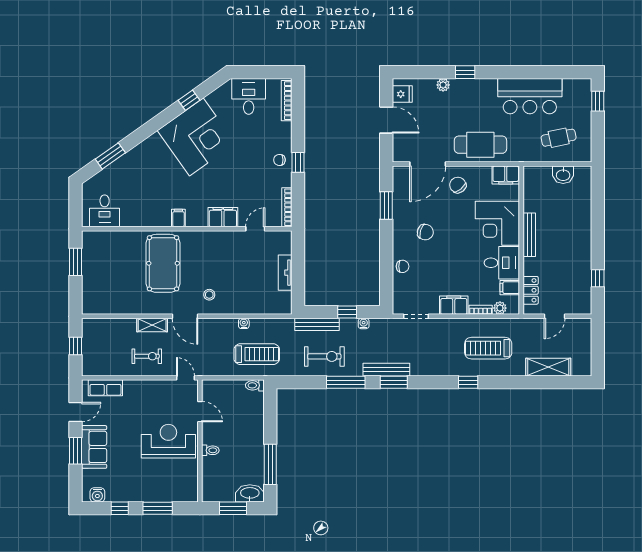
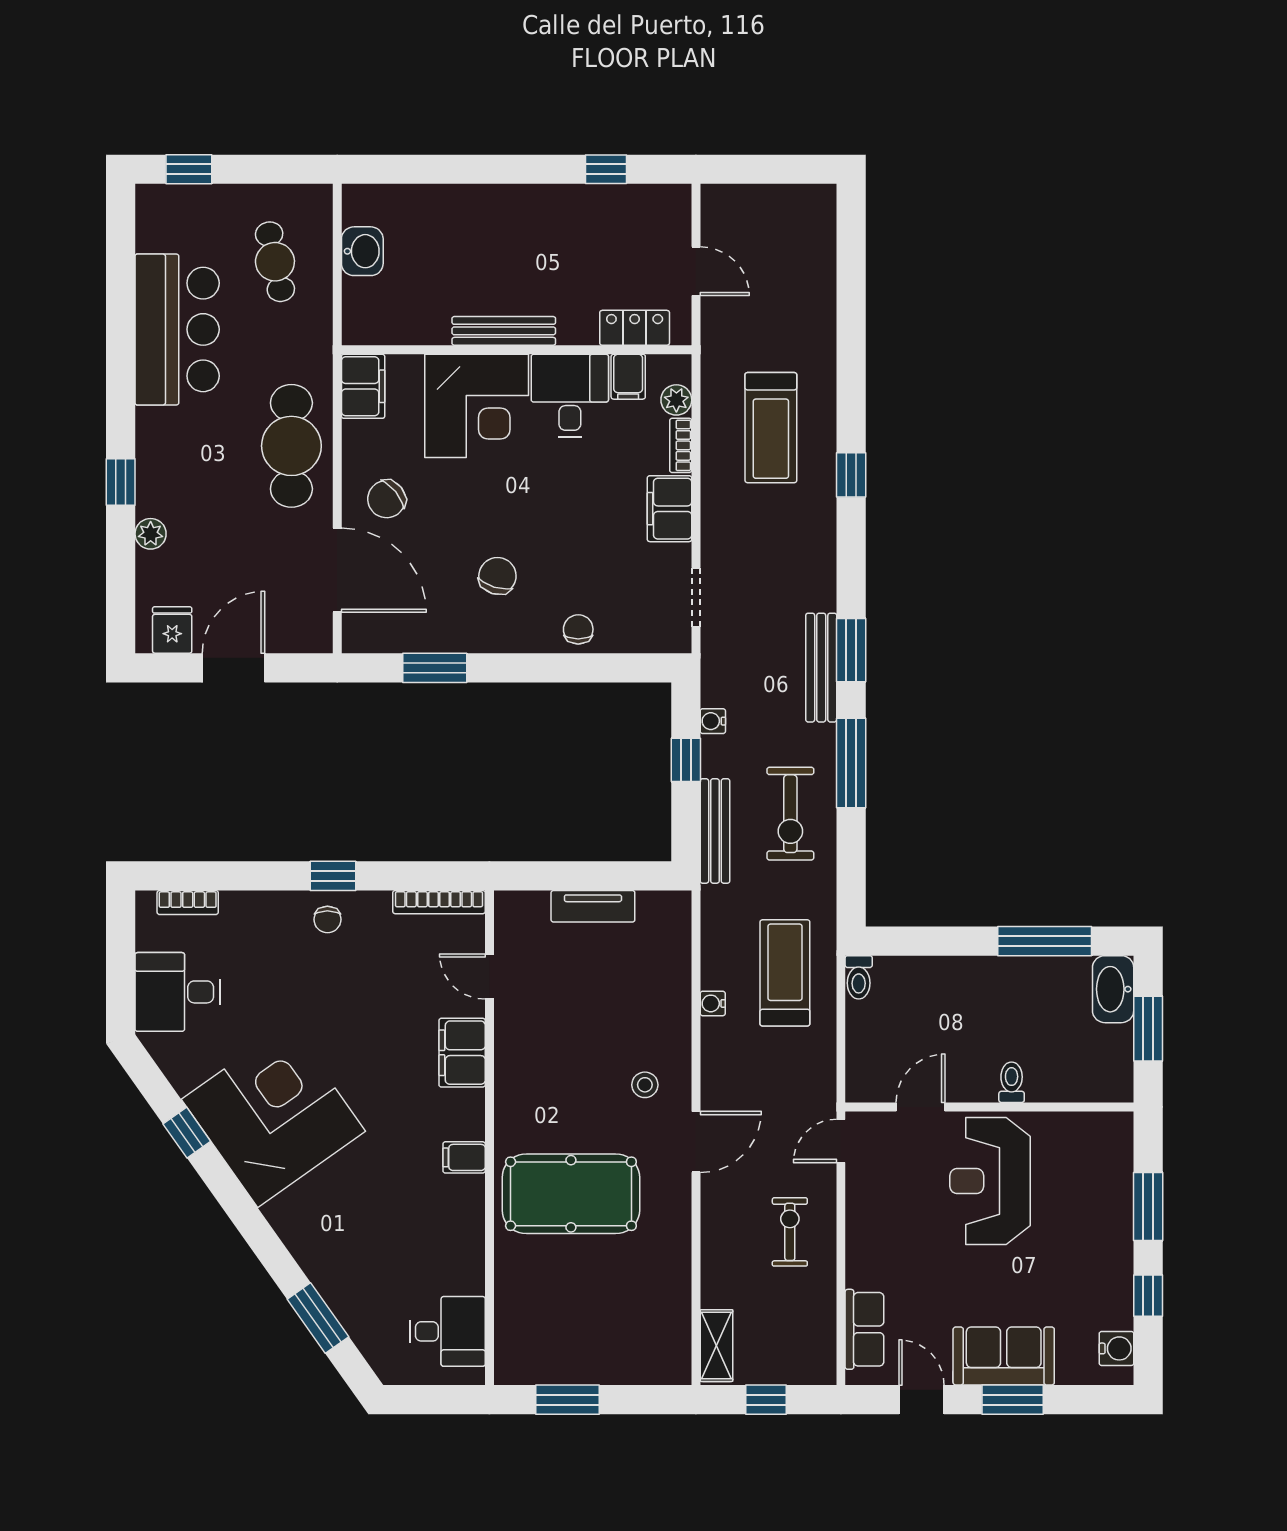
bookcase: (287, 101) -> (188, 902), width x0.64
shelving: (152, 325) -> (716, 1346), moved
exercise bike: (324, 356) -> (790, 814), turned 180
shelving: (548, 367) -> (815, 286), removed

